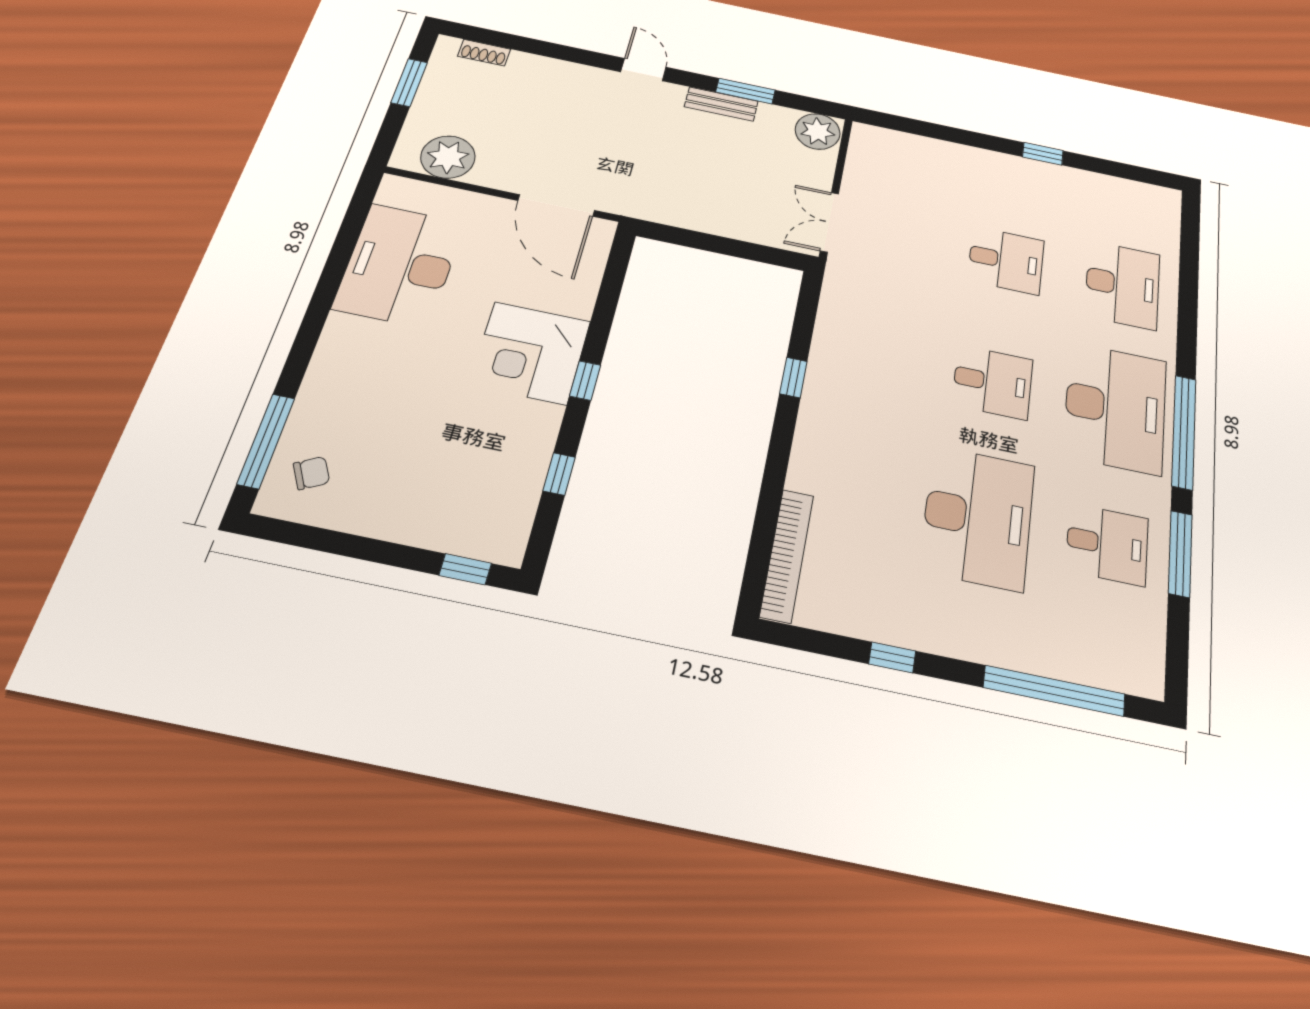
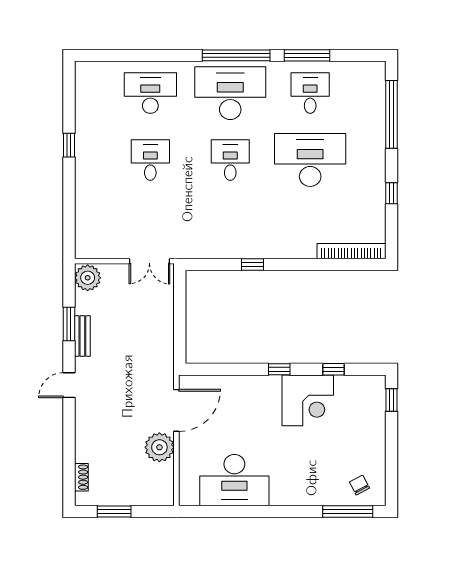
plant: (448, 157) -> (159, 447), moved
corner desk: (530, 353) -> (308, 400), moved

